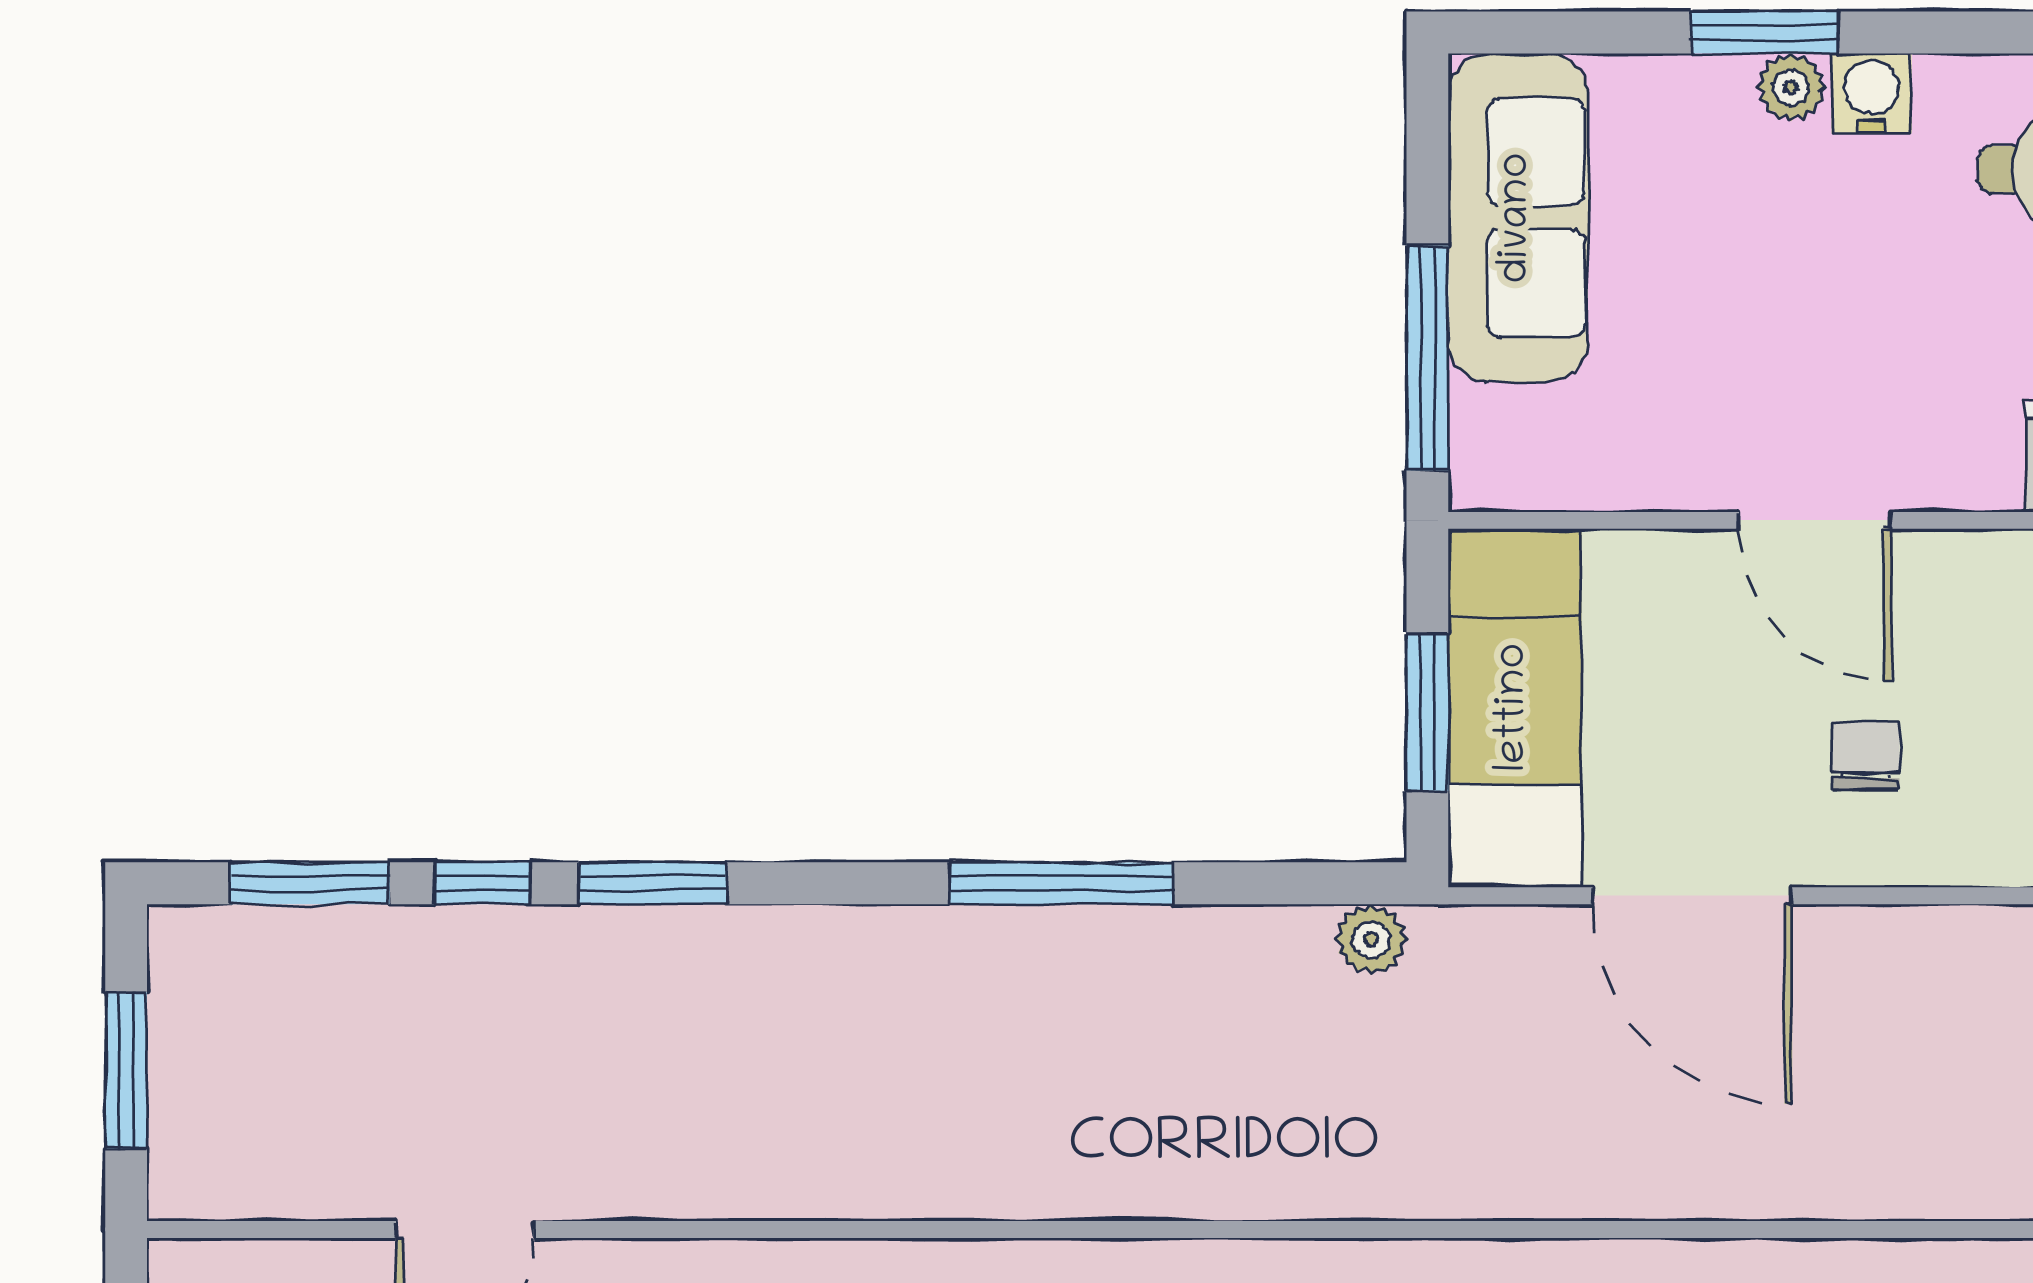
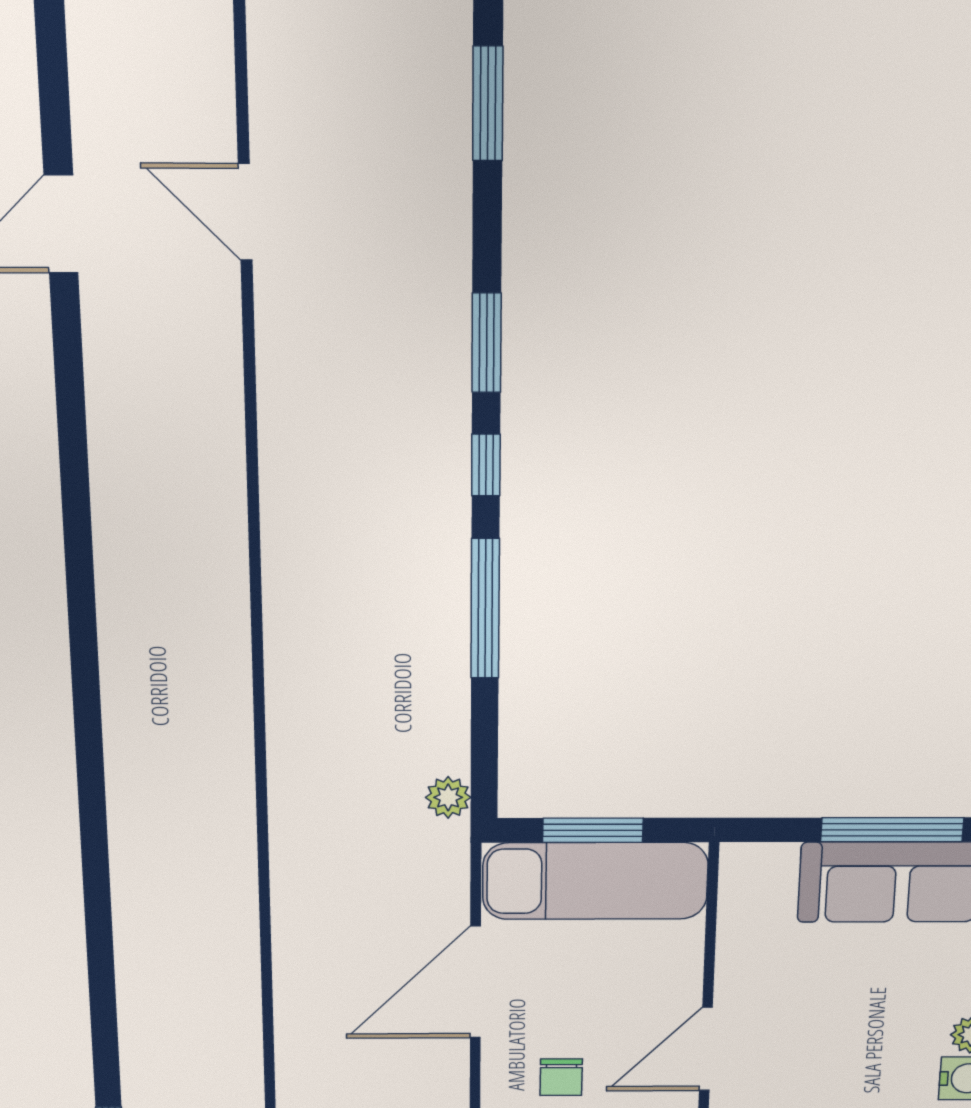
window: (1427, 358) -> (892, 830), moved
chair: (1865, 755) -> (561, 1077), turned 90
window: (482, 883) -> (486, 465), moved

